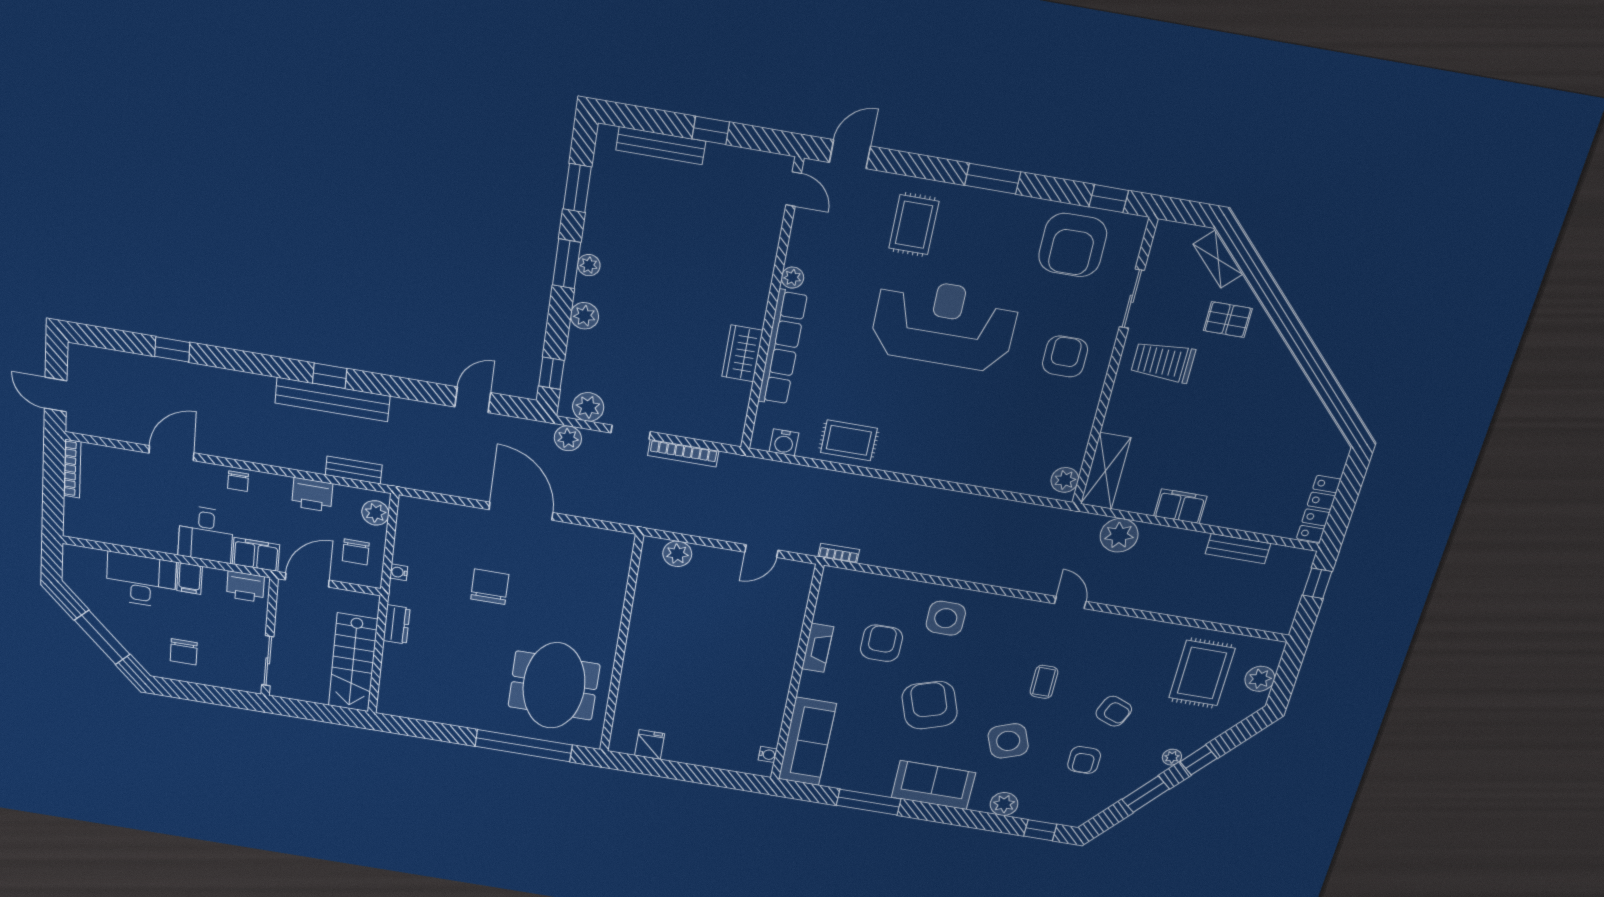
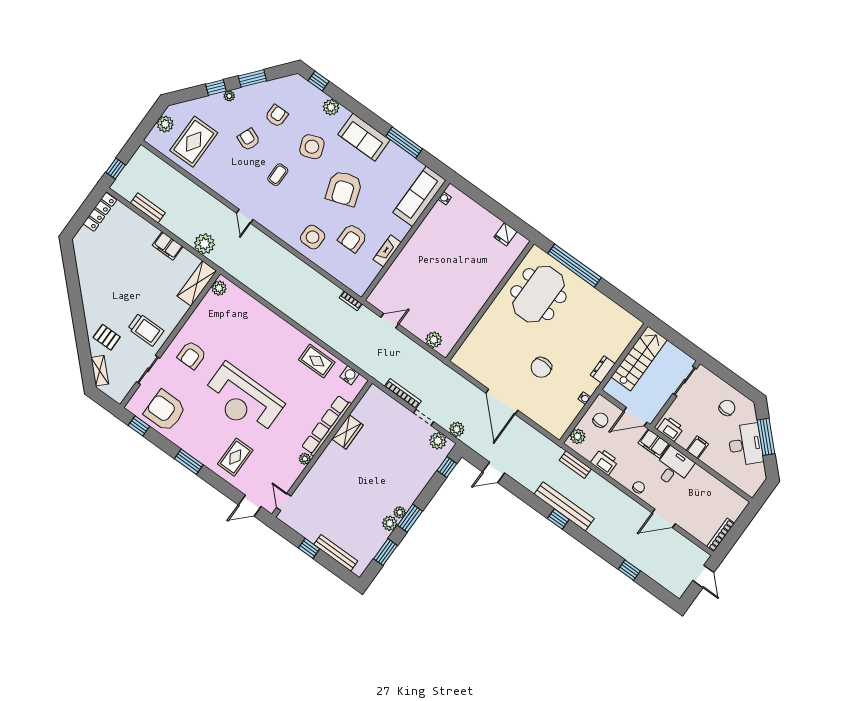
armchair: (1073, 245) -> (165, 411), turned -90
plant: (585, 316) -> (390, 523), moved
desk: (141, 580) -> (745, 445), moved, turned -135

